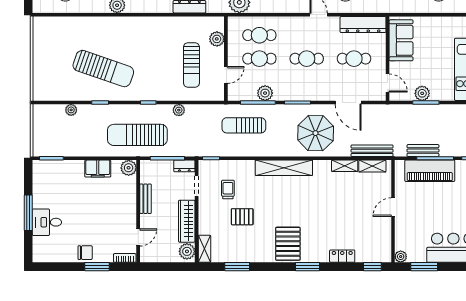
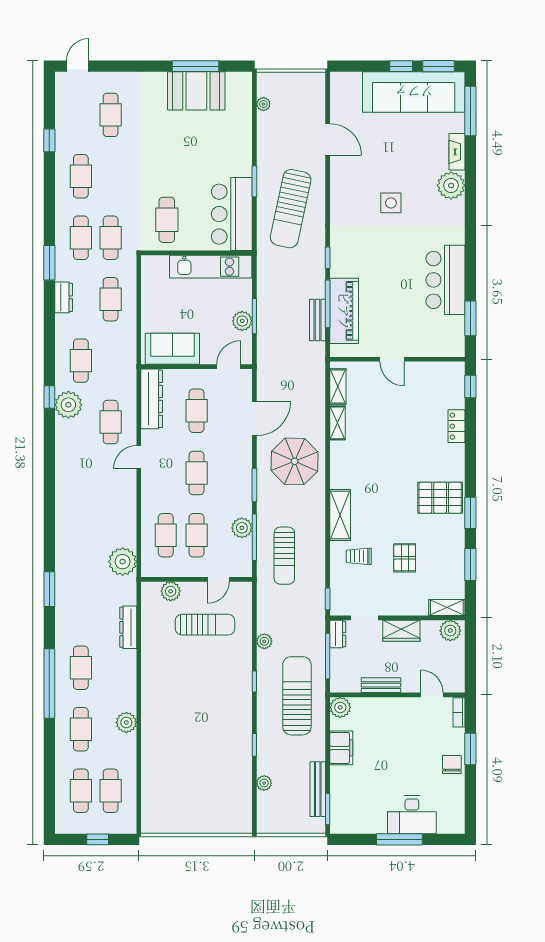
sun lounger: (103, 69) -> (210, 741), removed
door: (226, 75) -> (218, 579), swing flipped
sun lounger: (137, 135) -> (297, 696), turned 180
bench: (372, 151) -> (318, 789), moved
shelving: (284, 168) -> (340, 515), width x0.68
trolley: (228, 190) -> (359, 556), moved
wardrobe: (187, 221) -> (401, 631), width x0.67
desk: (47, 222) -> (412, 815), width x1.37
plant: (401, 257) -> (457, 349), removed
window: (307, 267) -> (470, 513), moved

